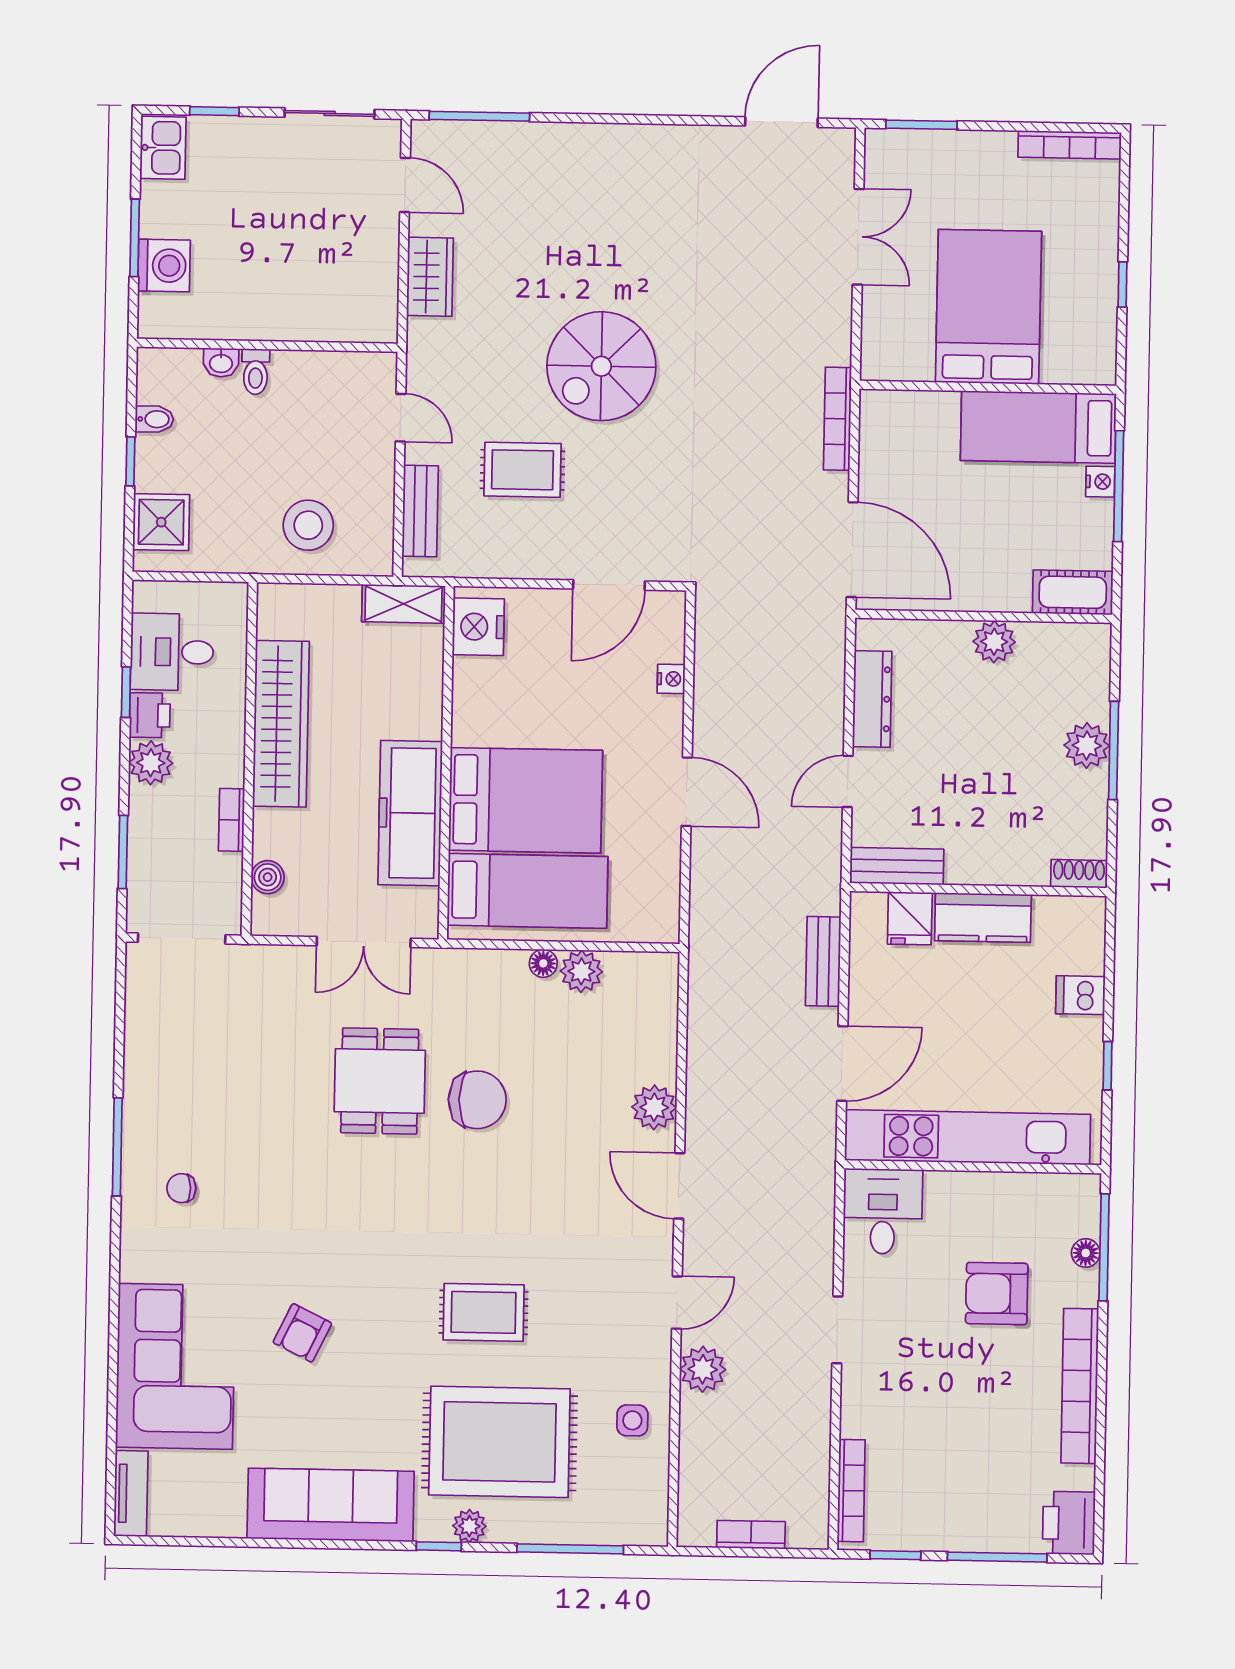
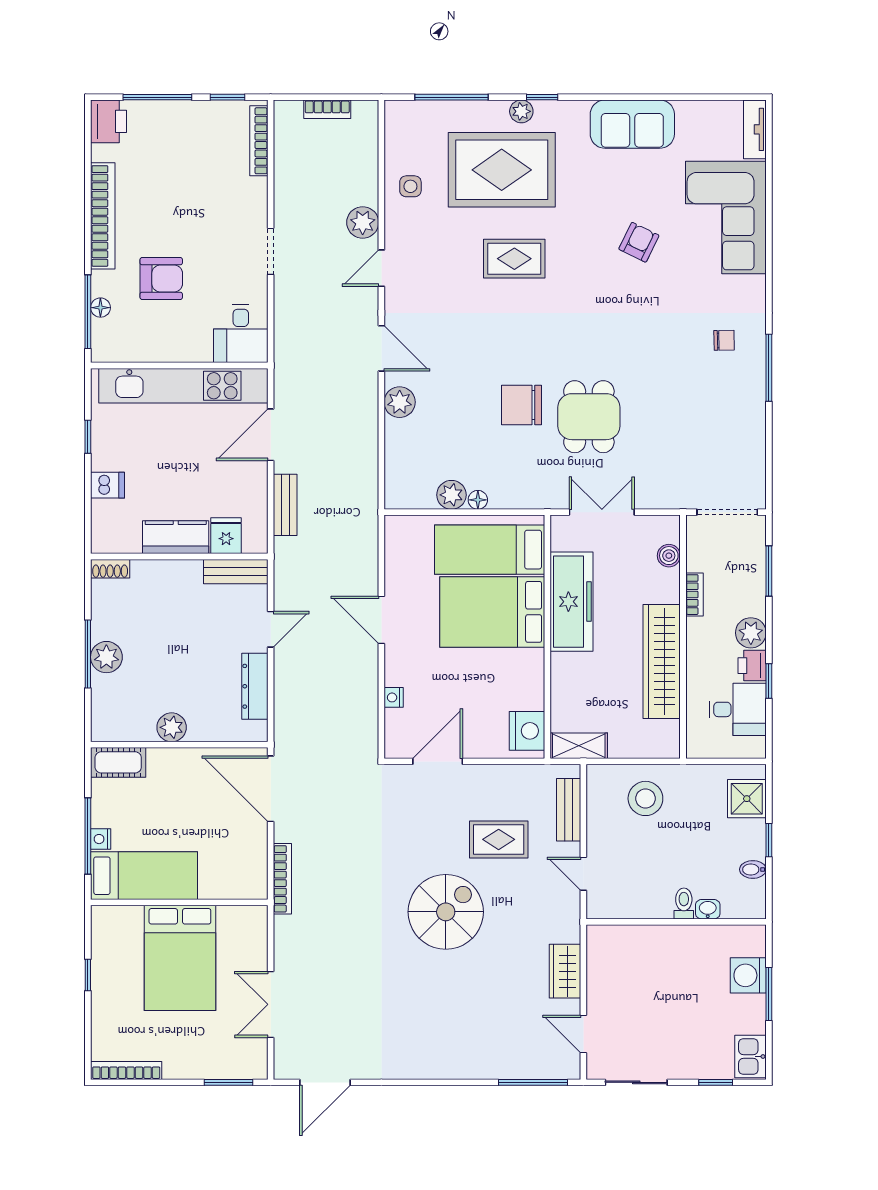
sofa: (331, 1505) -> (632, 124), width x0.73

